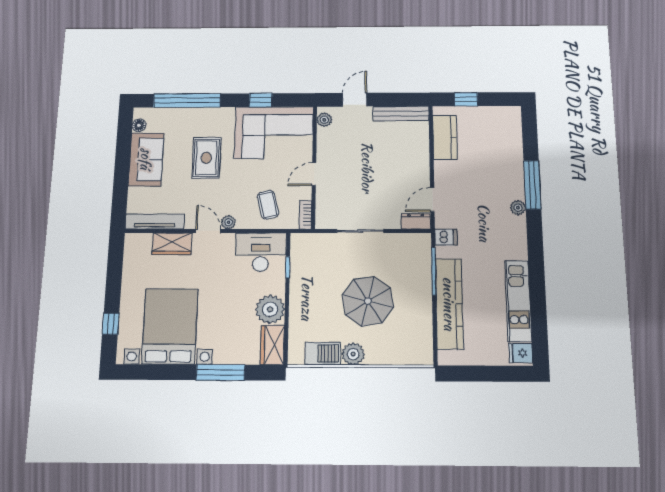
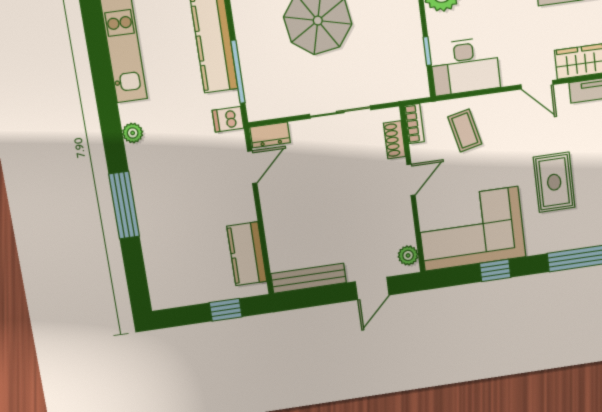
shoe rack: (322, 205) -> (394, 140), added
plant: (518, 208) -> (133, 133), moved
plant: (228, 222) -> (512, 100), removed

